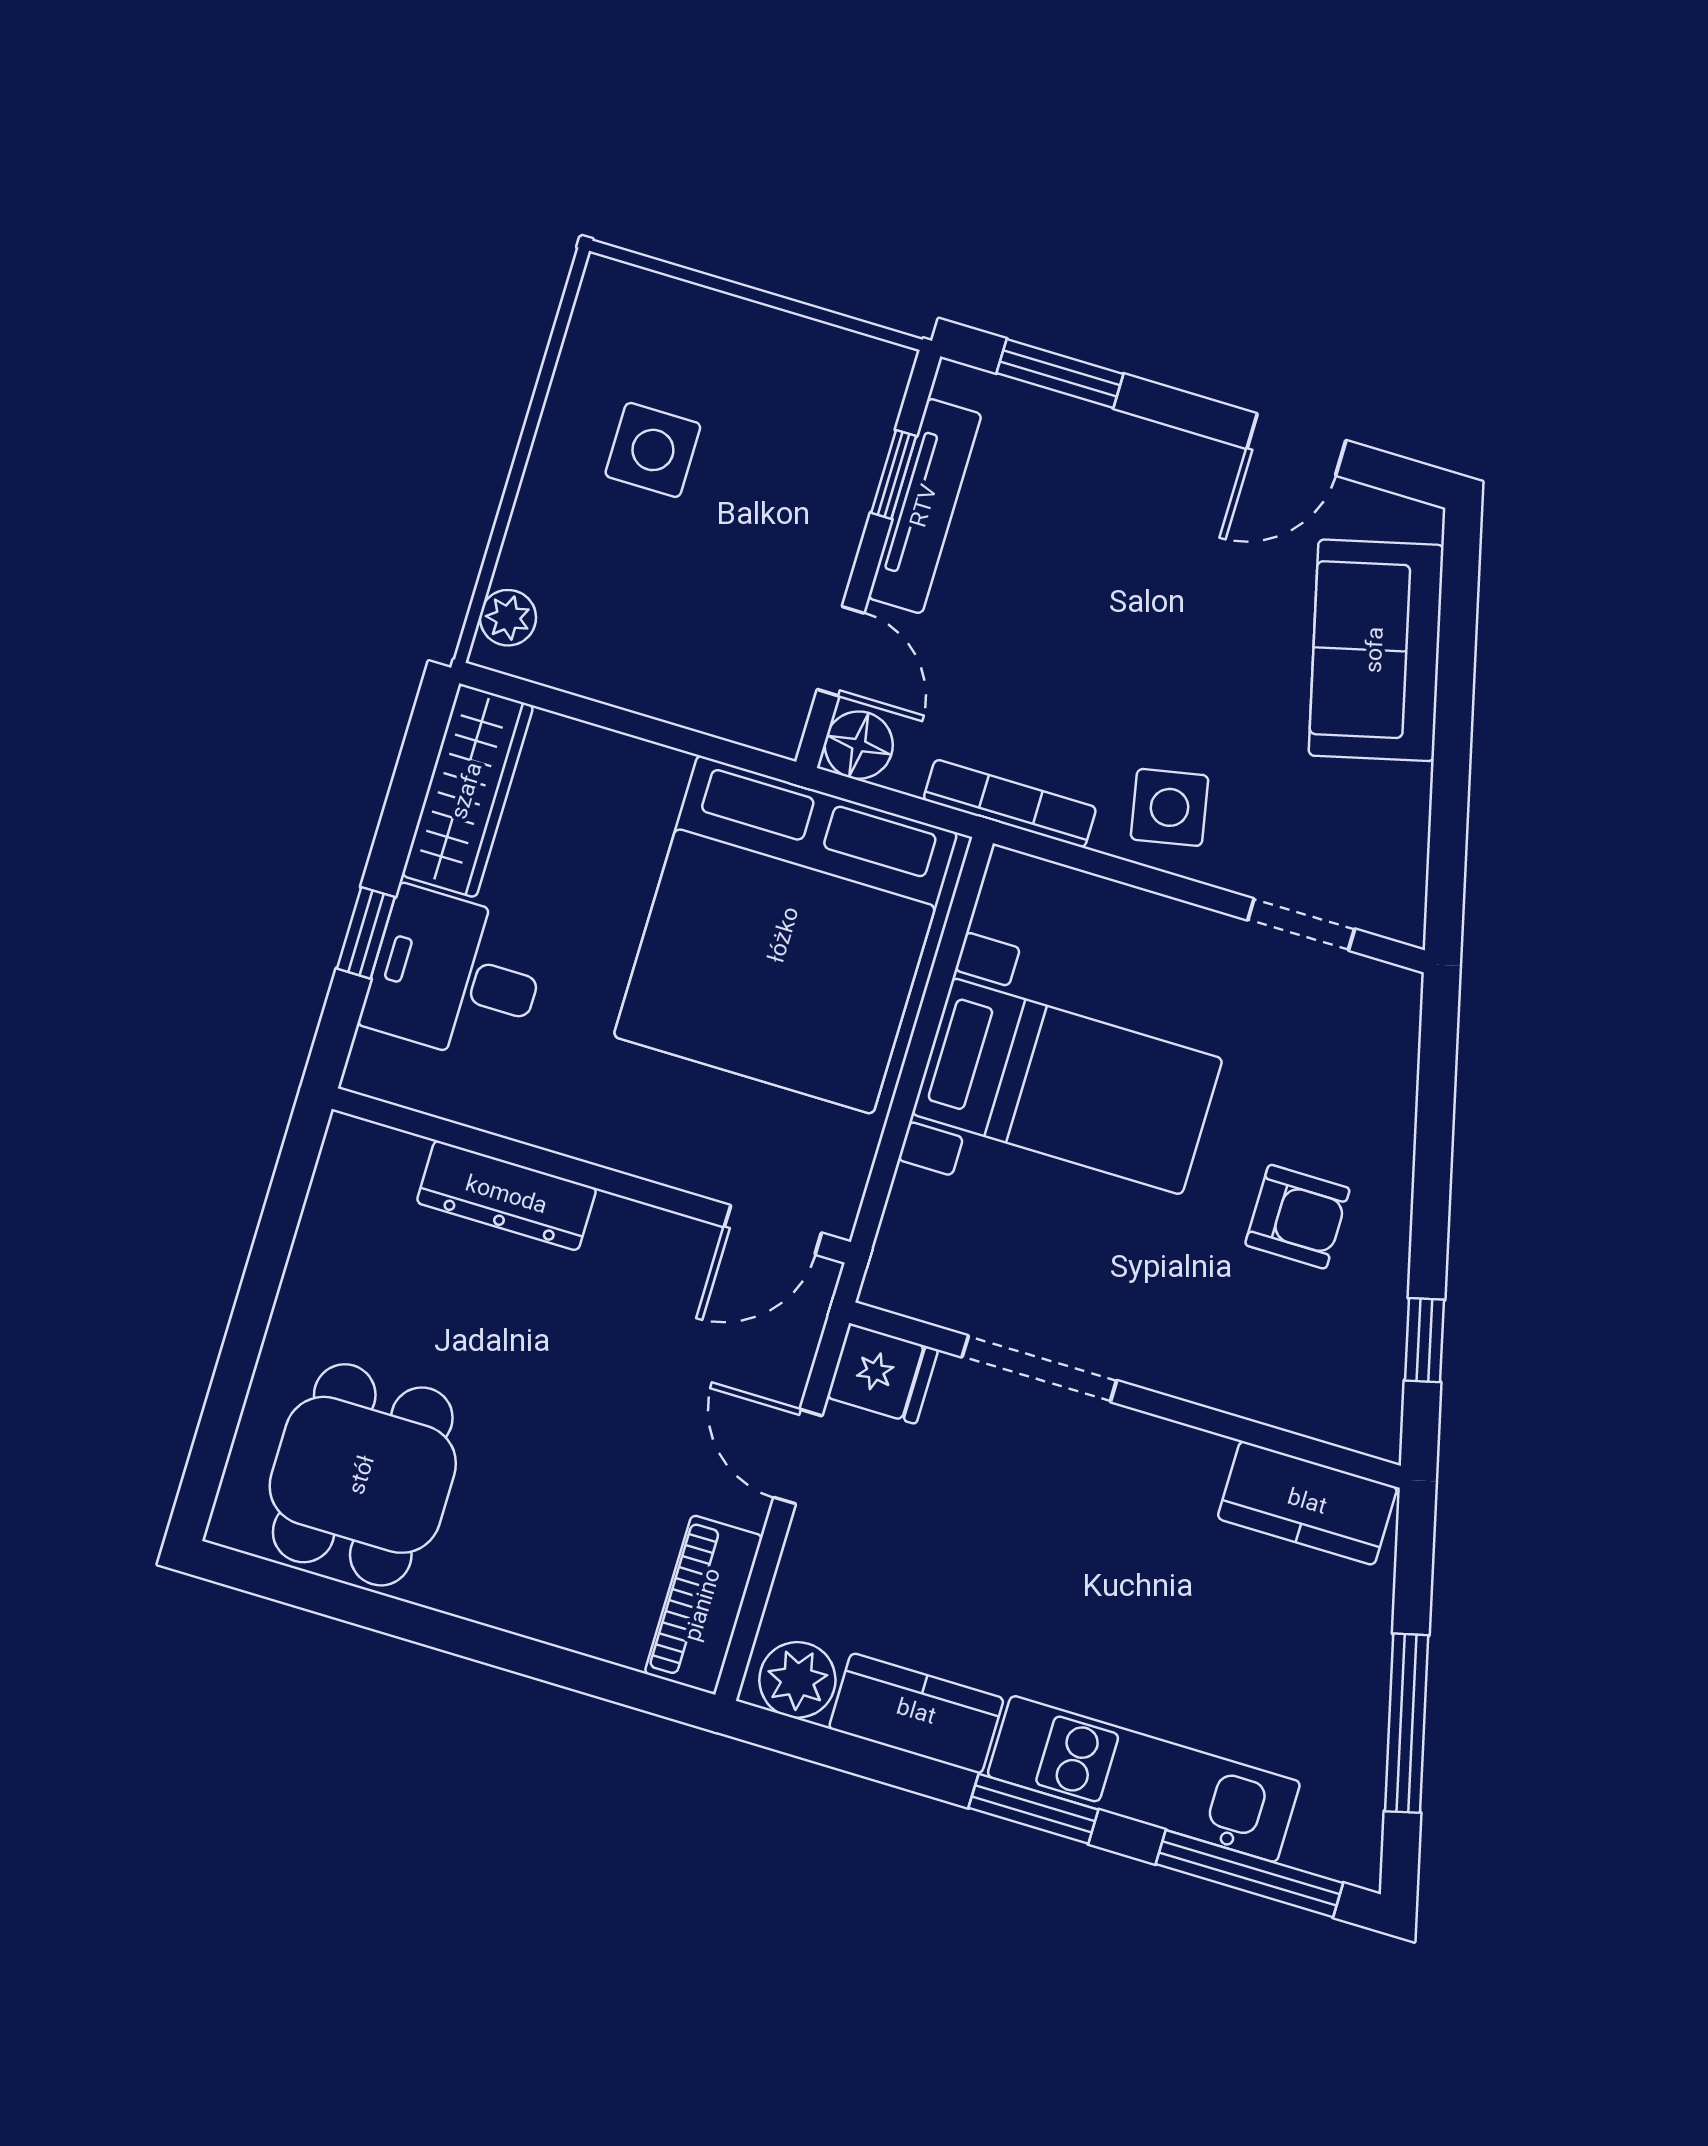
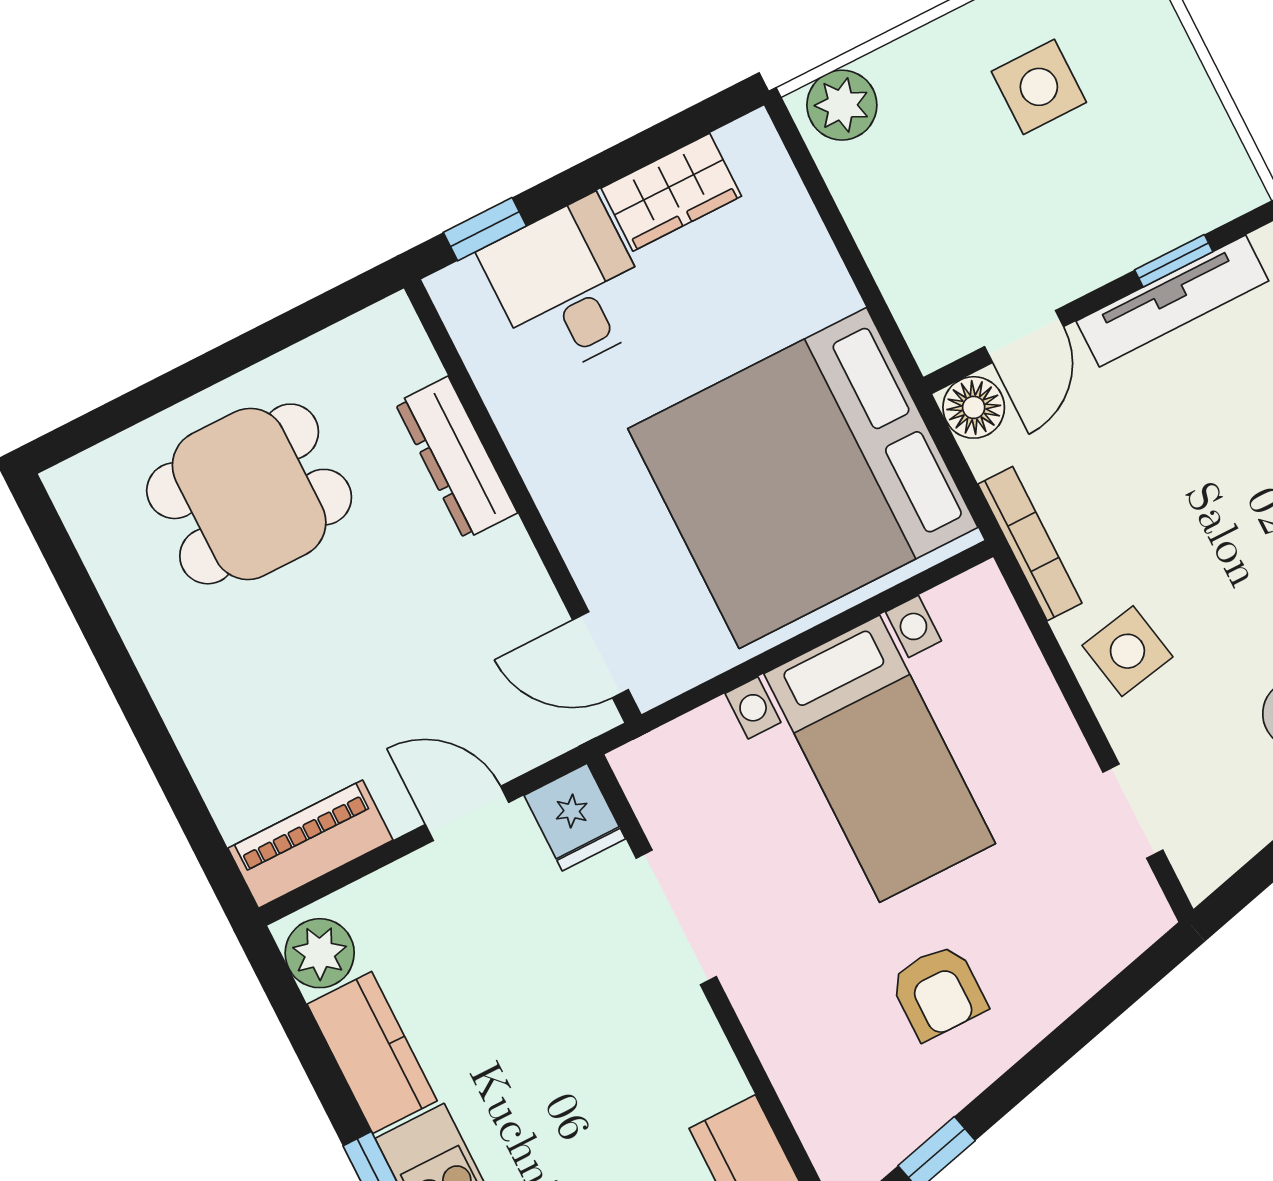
plant: (508, 618) -> (842, 105), width x1.38, depth x1.38
wardrobe: (468, 791) -> (671, 192), width x0.67
window: (366, 933) -> (485, 229), moved
door: (798, 1457) -> (467, 813), hinge flipped
dining table: (363, 1475) -> (249, 494), moved

